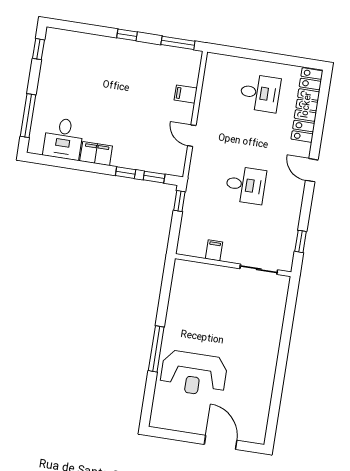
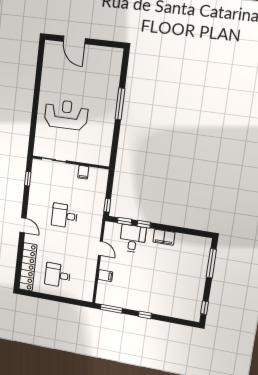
desk: (63, 139) -> (133, 239), moved
reception desk: (194, 374) -> (66, 115), moved

